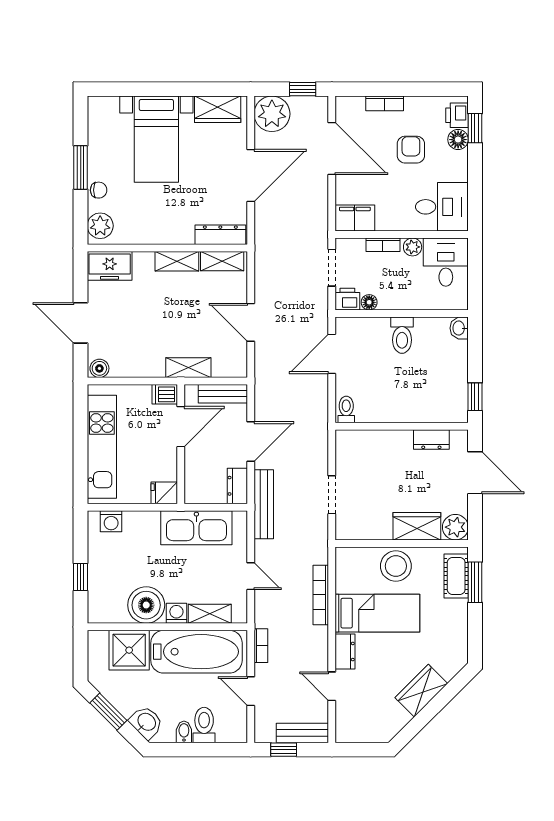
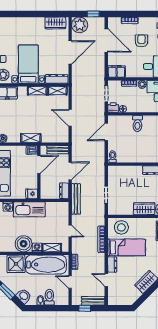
bed with nightstands: (156, 139) -> (28, 64), moved, turned 180
shelving: (188, 368) -> (31, 138), moved
kitchen sink: (196, 528) -> (29, 209), moved
stool: (396, 566) -> (121, 227), moved

